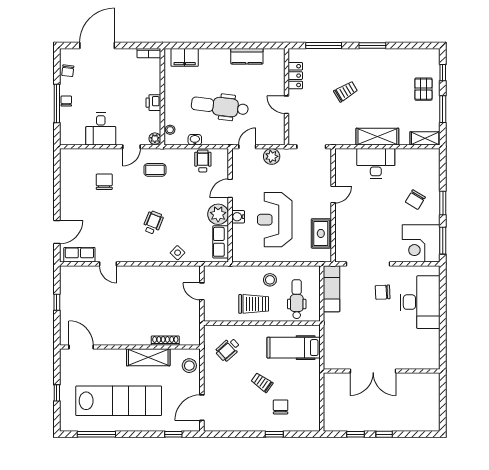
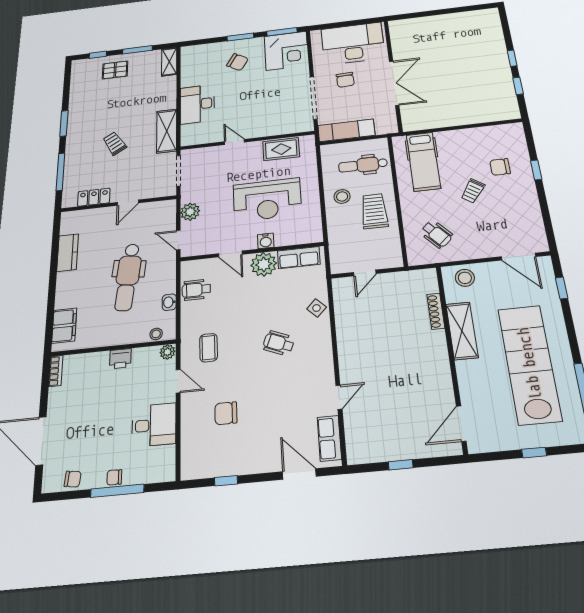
shelving: (377, 137) -> (167, 131), moved
window: (57, 181) -> (226, 481), added
double door: (373, 371) -> (394, 83), moved
wall: (382, 371) -> (393, 75), moved

